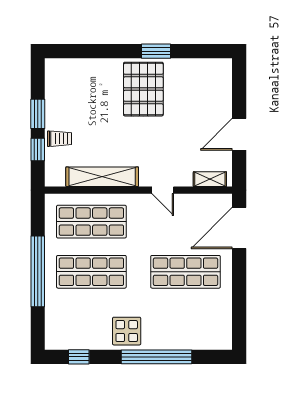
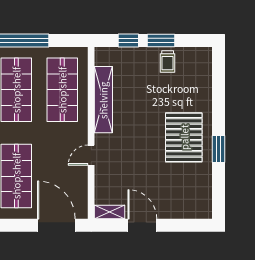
pallet: (143, 89) -> (184, 137), turned 90
trolley: (59, 139) -> (168, 61), moved
shelving: (210, 179) -> (109, 212), moved, turned 90

